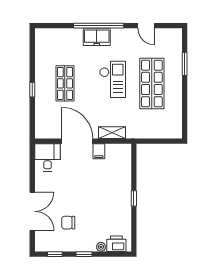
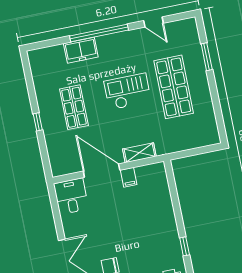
freezer: (97, 37) -> (81, 50), moved
checkout: (113, 79) -> (128, 92), turned -90
window: (134, 198) -> (185, 246), moved

